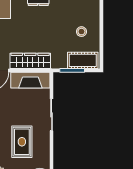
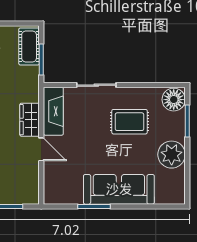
wardrobe: (30, 61) -> (30, 120), width x0.67

